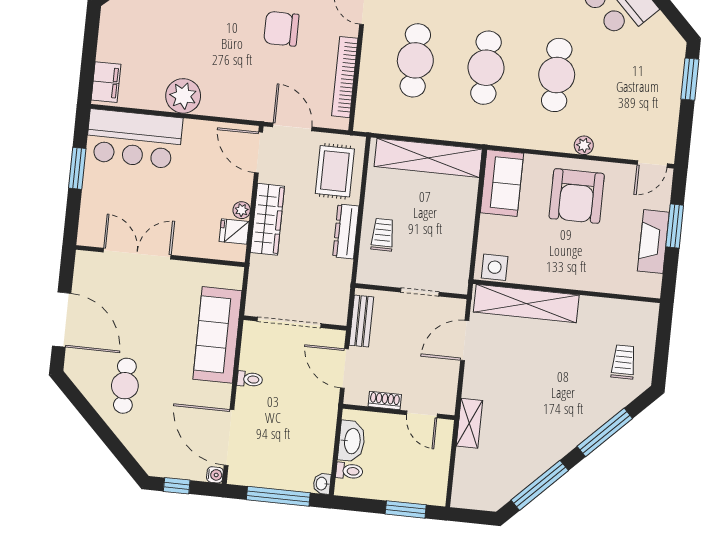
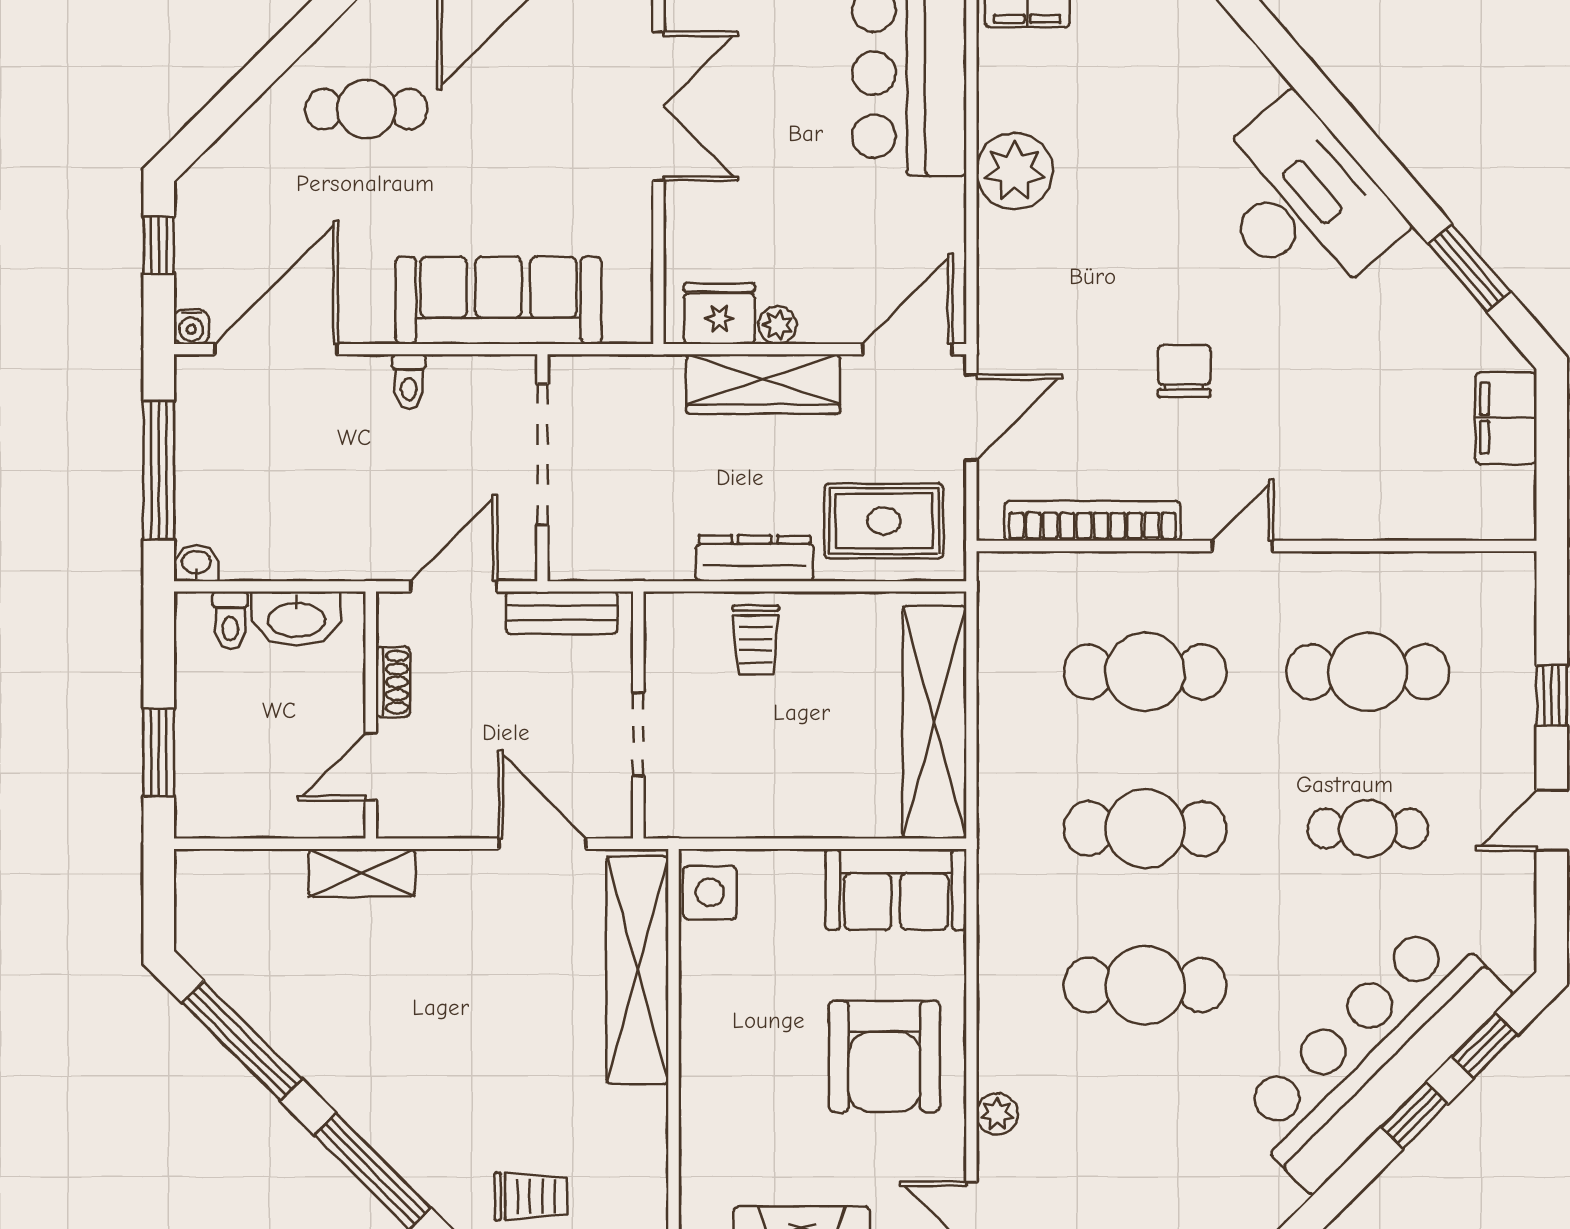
chair: (281, 29) -> (1184, 371), width x0.73, depth x0.73
plant: (584, 145) -> (997, 1114), moved
armchair: (577, 196) -> (884, 1056), turned -90
fridge: (234, 231) -> (719, 314), width x1.38
trolley: (383, 235) -> (756, 640), turned 90

